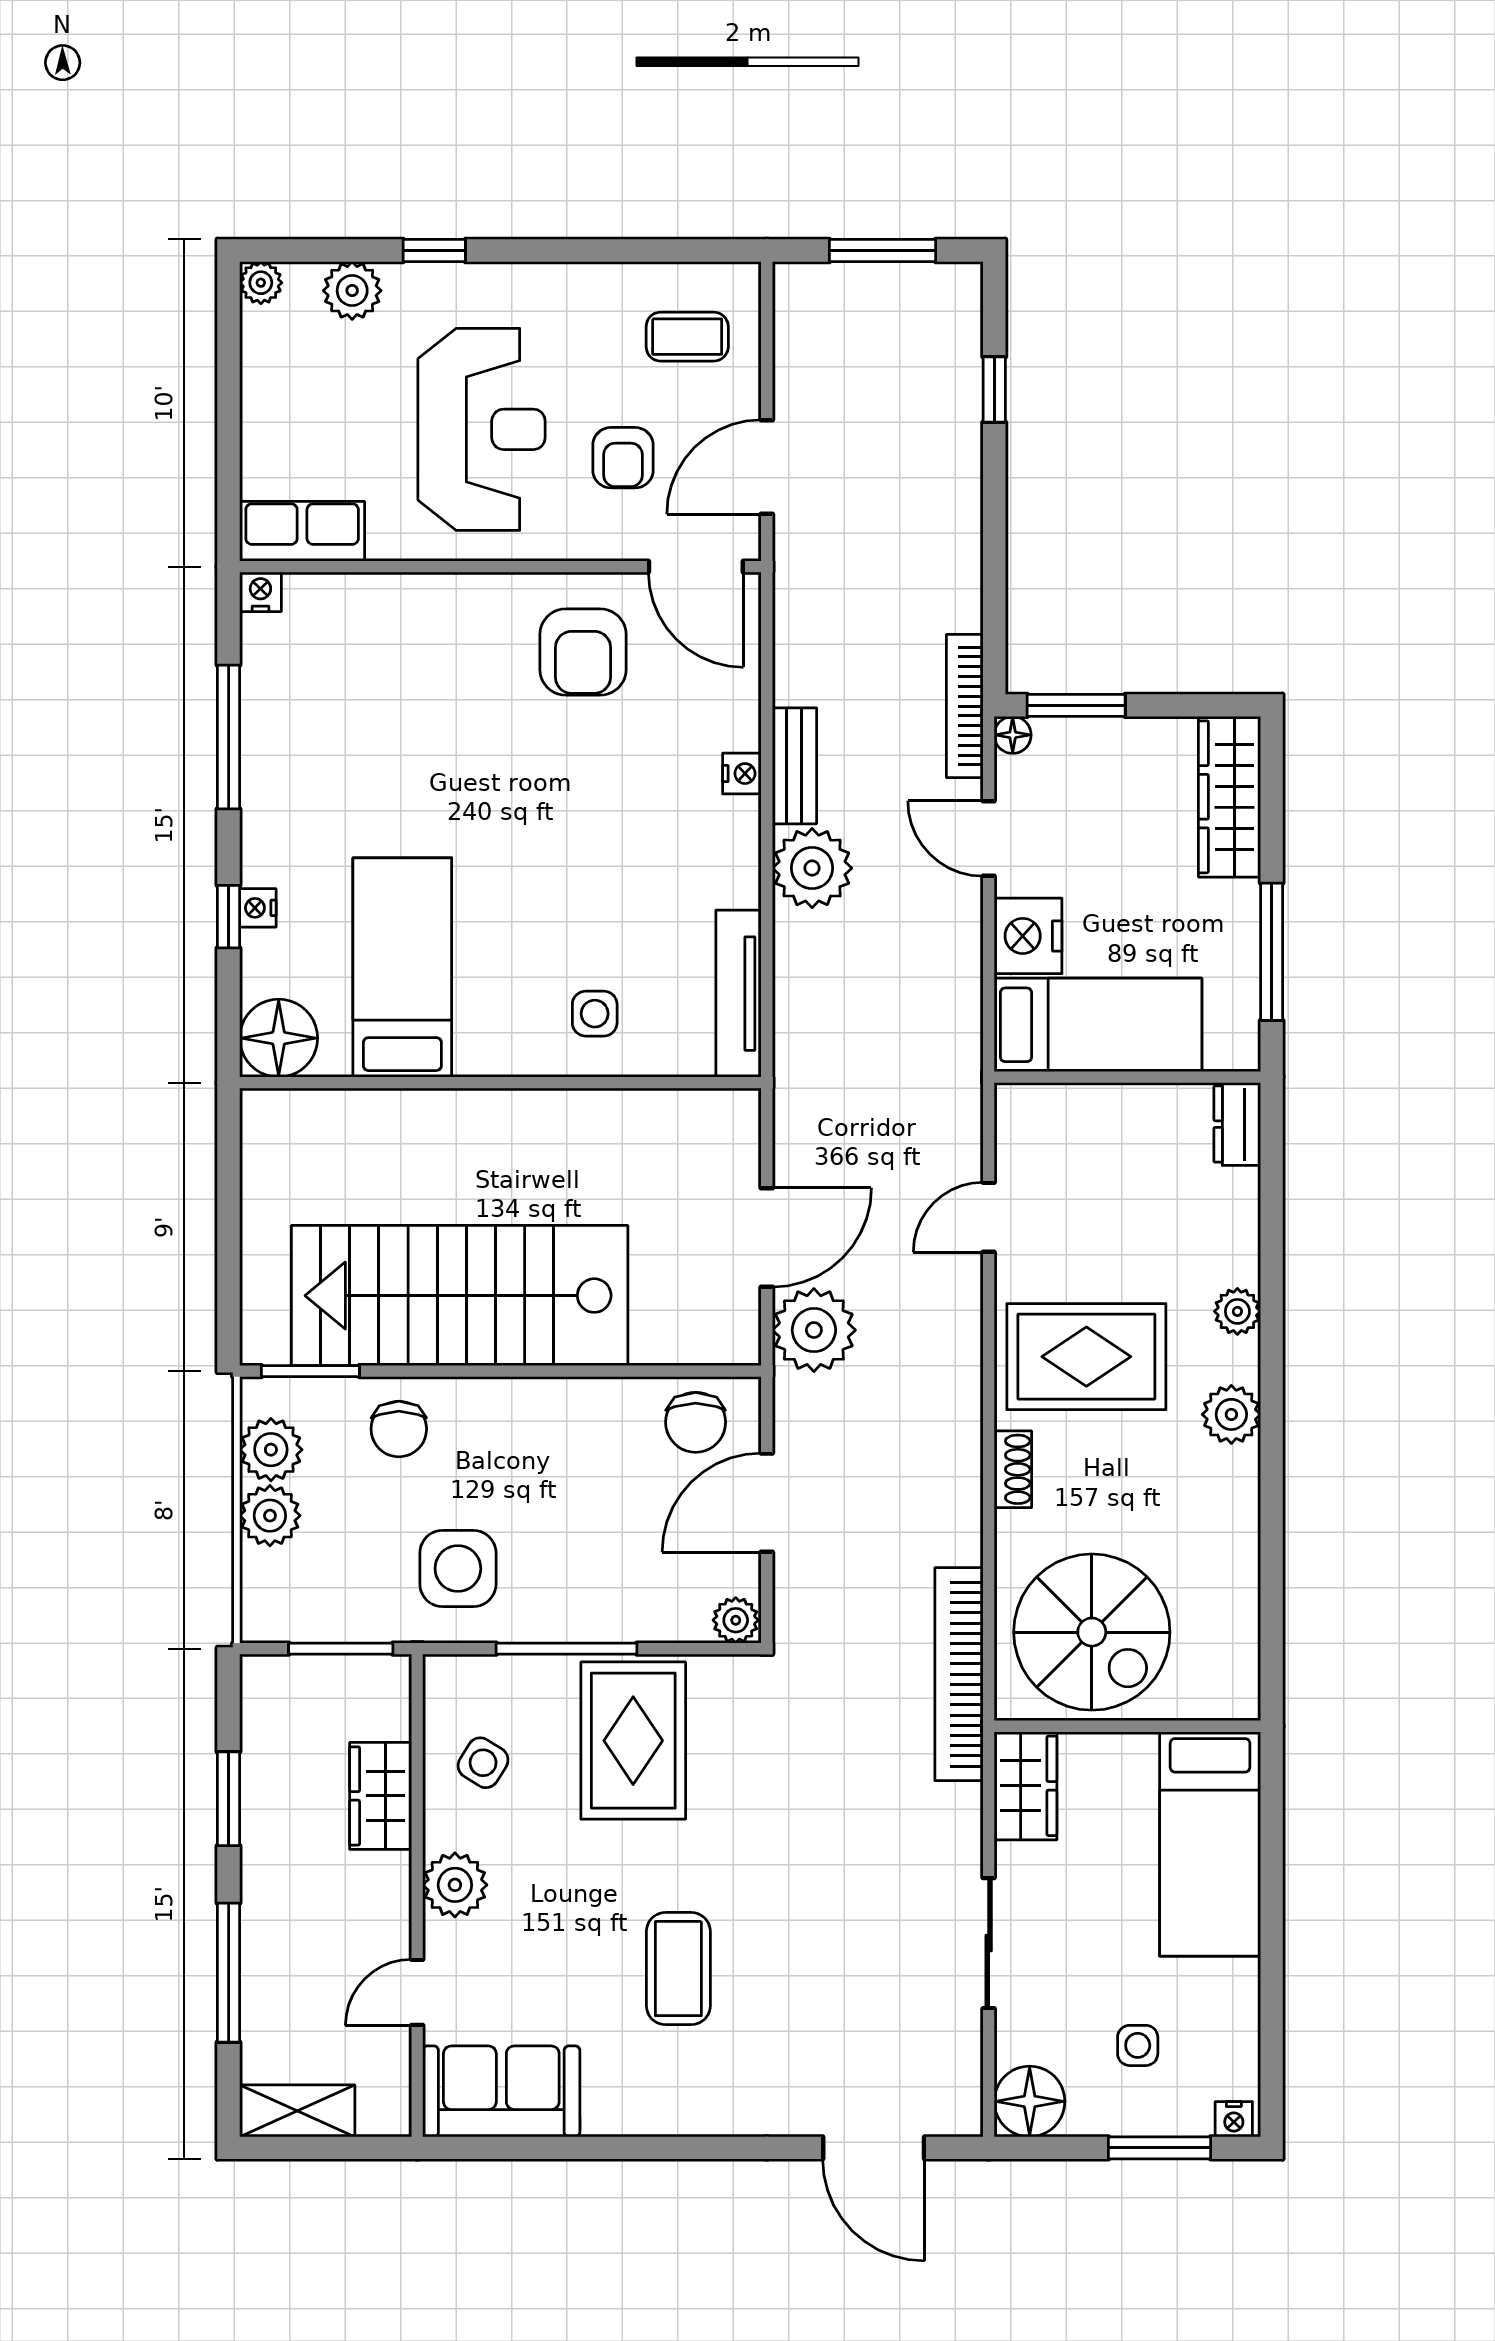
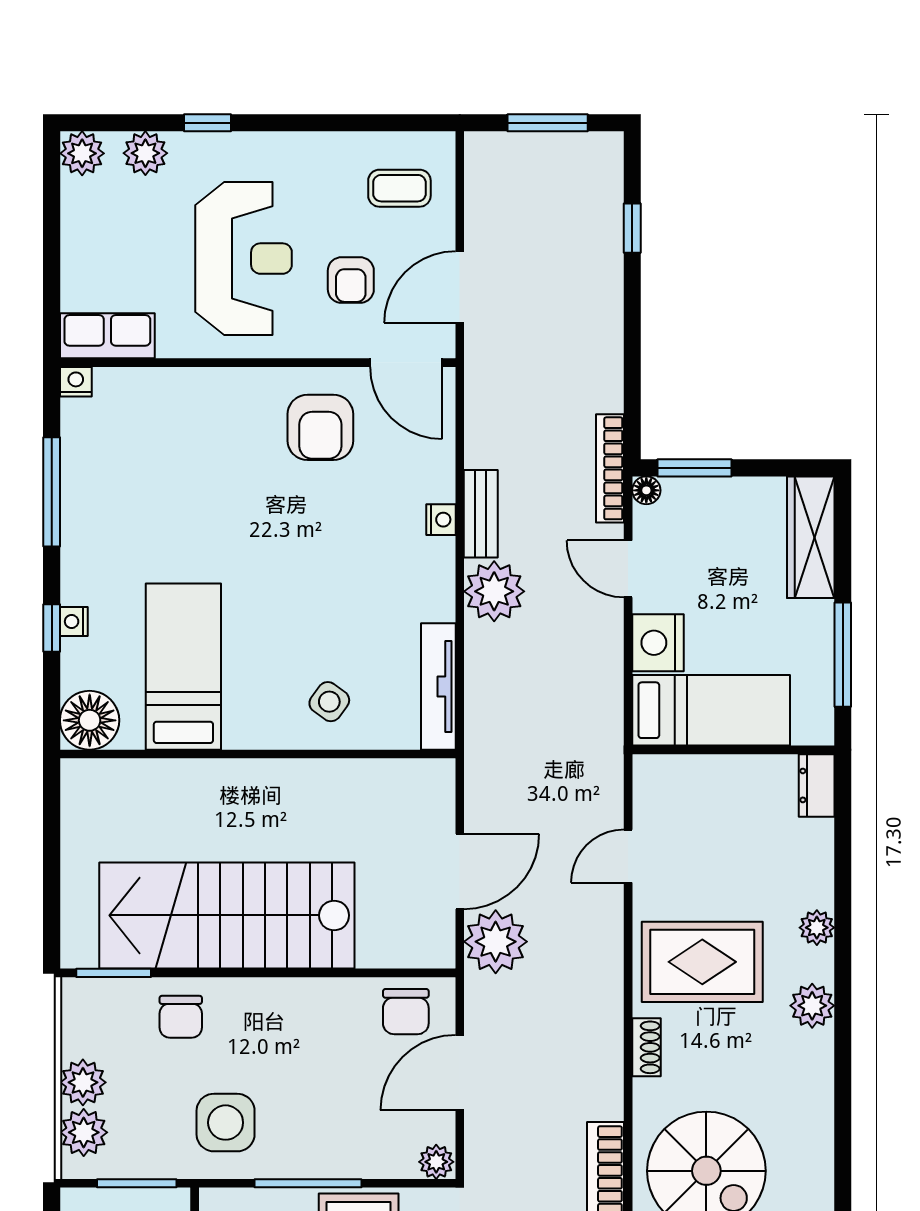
plant: (261, 283) -> (82, 153), width x1.38, depth x1.38
side table: (595, 1014) -> (329, 702), turned 36
plant: (271, 1450) -> (84, 1132), moved

